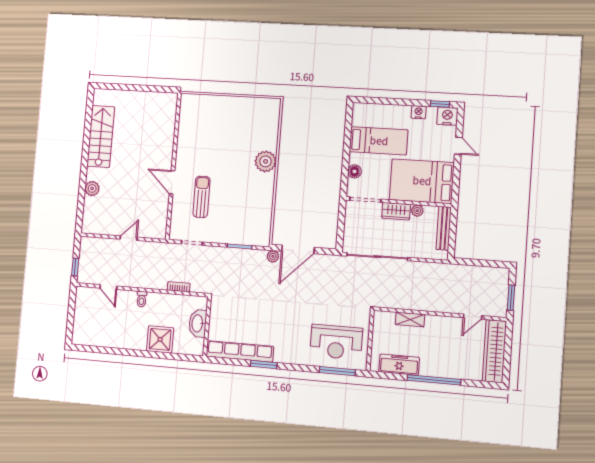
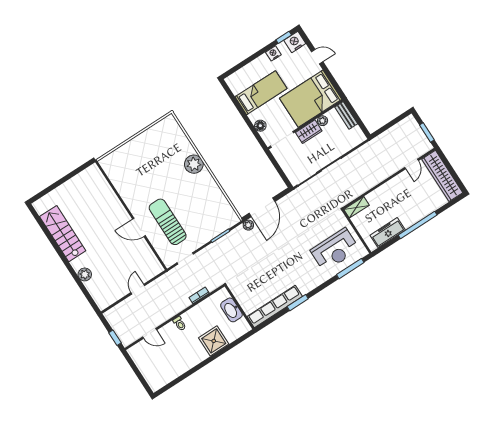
sun lounger: (202, 197) -> (168, 222), width x1.36, depth x1.34
bench: (444, 228) -> (346, 115), width x0.73
shelving: (410, 319) -> (357, 207), moved

